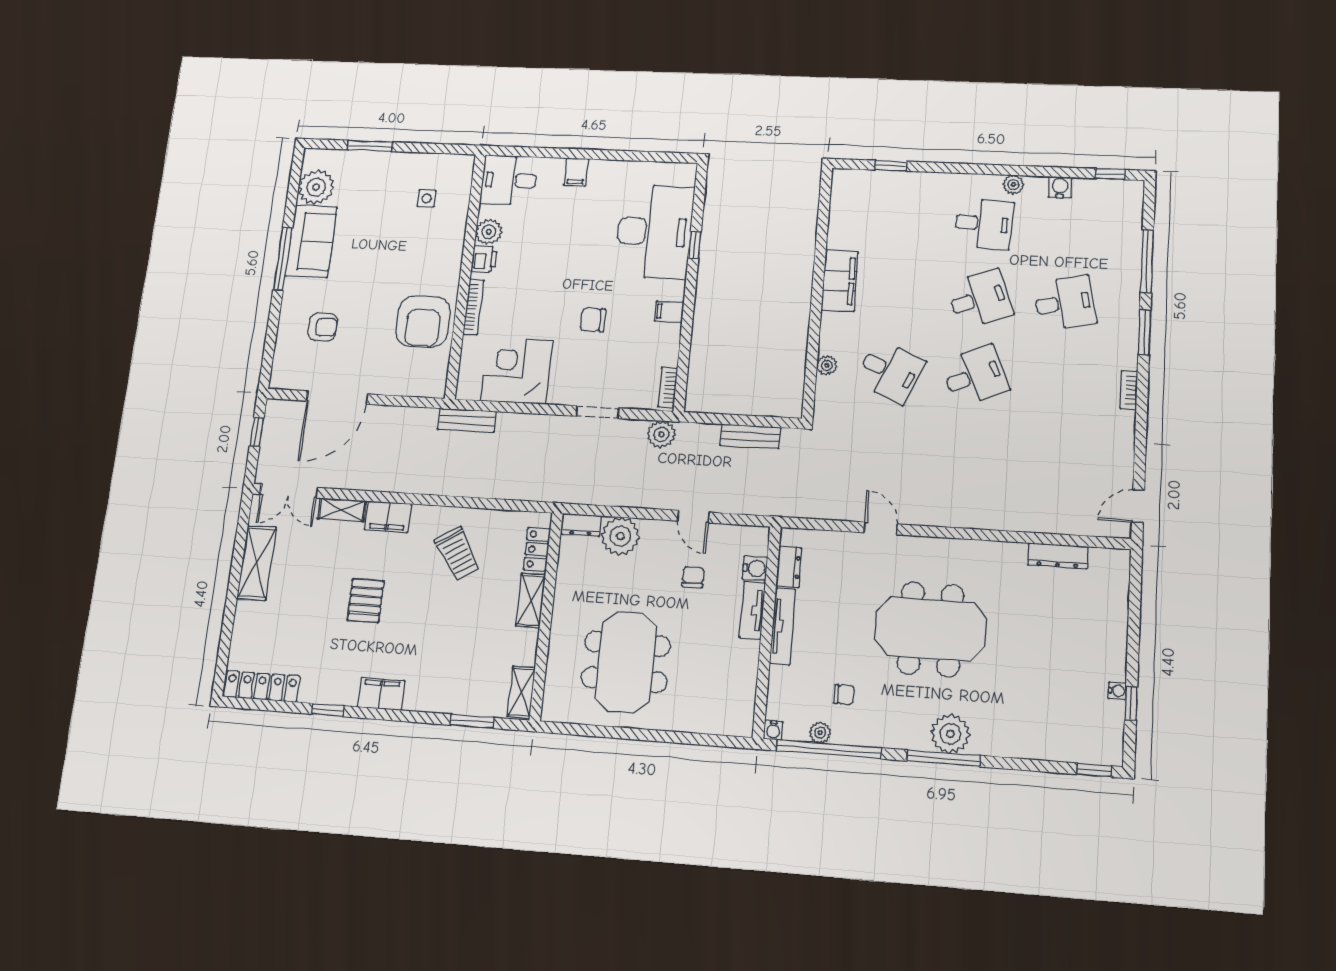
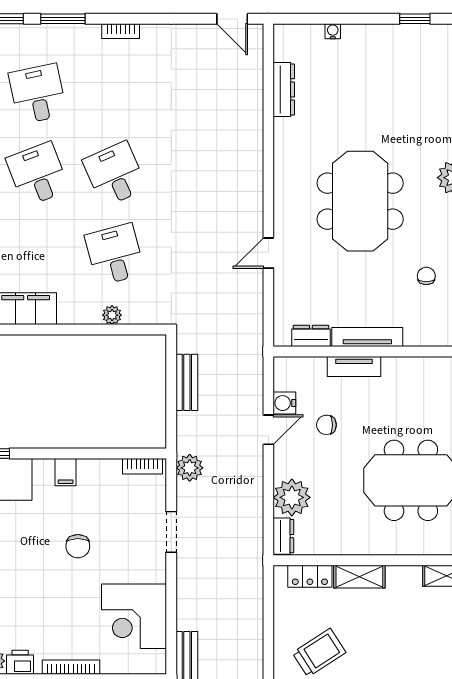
desk: (890, 371) -> (115, 254), turned -39
water cooler: (755, 568) -> (284, 403), moved, turned -90
water cooler: (1117, 691) -> (333, 31), moved

